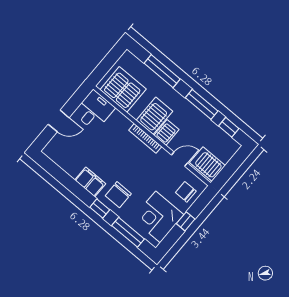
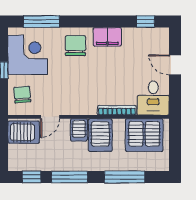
door: (59, 121) -> (175, 65), hinge flipped
bookcase: (145, 138) -> (117, 110), moved
chair: (186, 192) -> (22, 95), turned -95
window: (100, 208) -> (146, 22), moved

